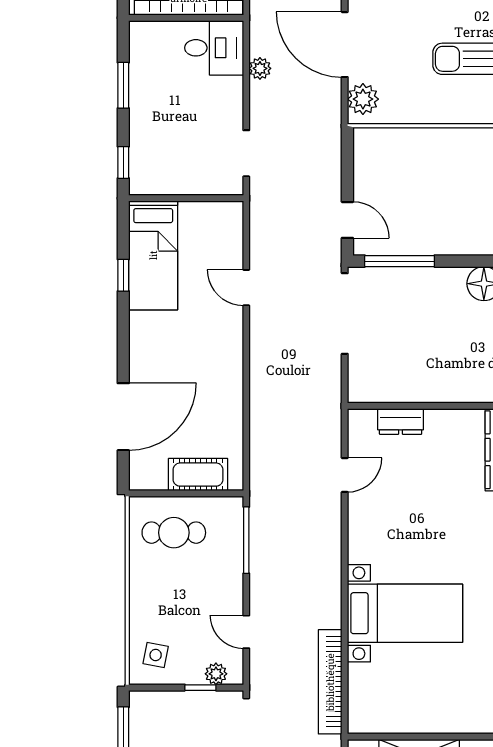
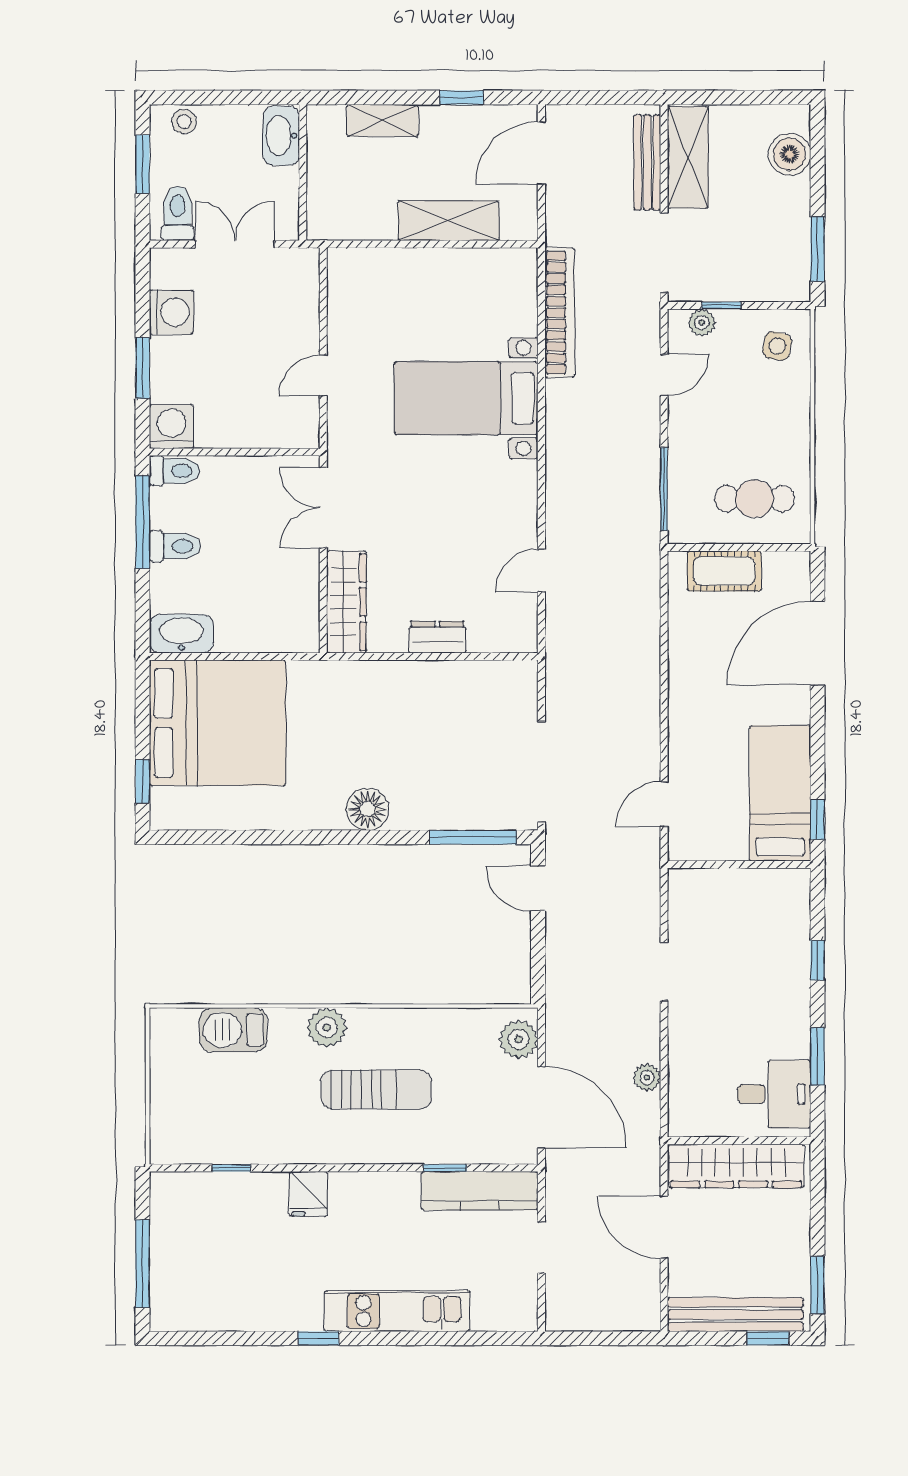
desk: (214, 48) -> (774, 1094), moved, turned 180
wall: (186, 198) -> (739, 865), moved
bed: (153, 255) -> (780, 793), moved
door: (246, 288) -> (664, 804), swing flipped
dresser: (401, 422) -> (437, 637), moved
door: (246, 632) -> (664, 375), hinge flipped

